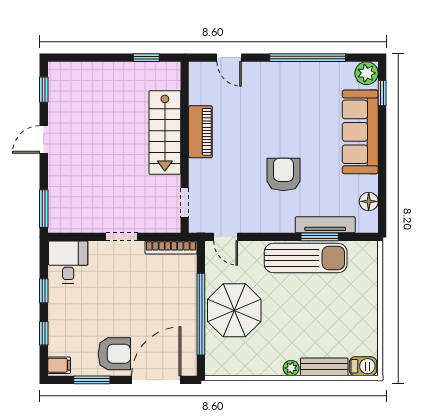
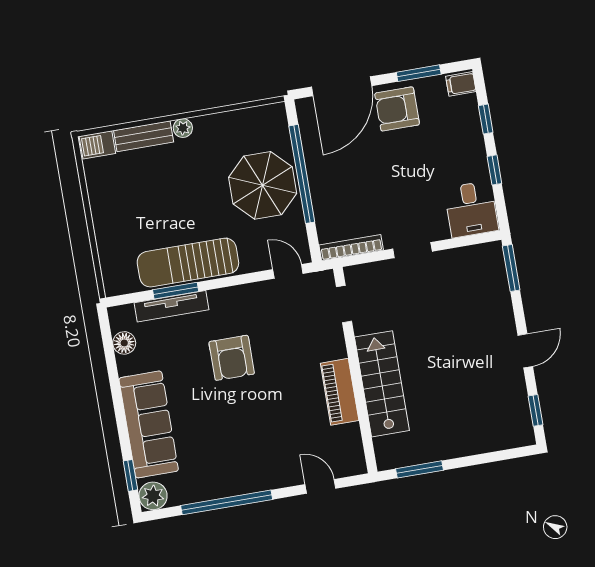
window: (146, 58) -> (420, 469), width x1.50

